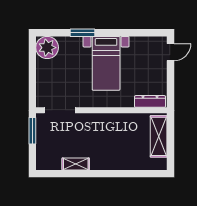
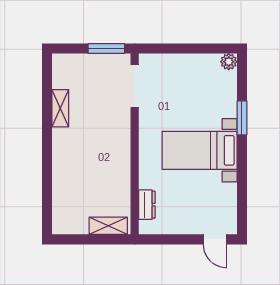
plant: (47, 48) -> (229, 62), width x0.53, depth x0.53
dresser: (150, 101) -> (147, 205), width x0.70
shelving: (159, 136) -> (108, 226), width x0.67, depth x0.75

